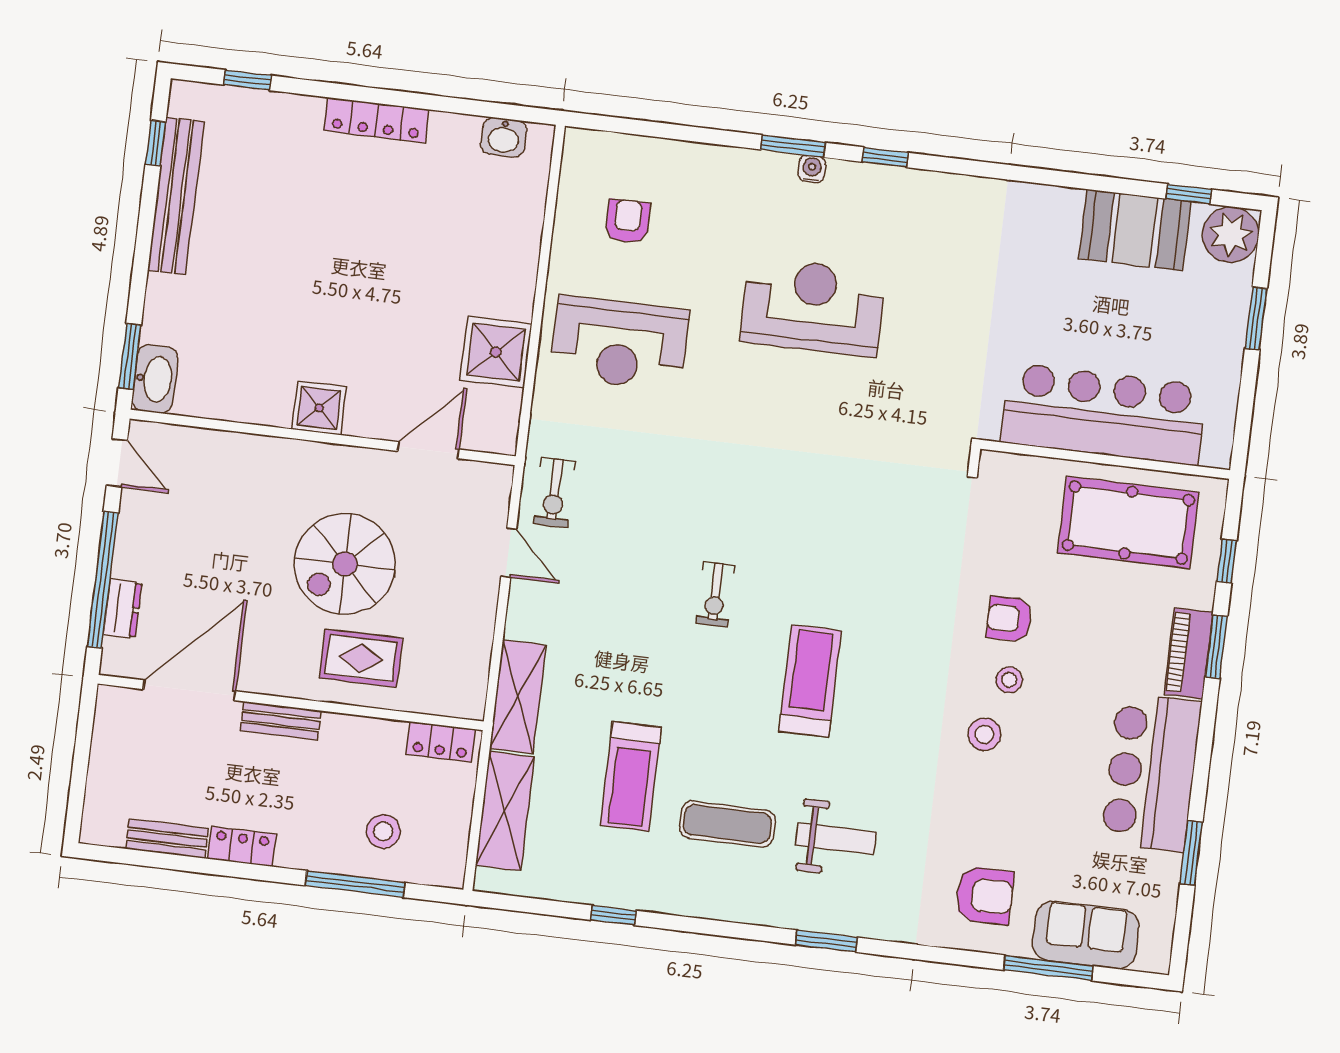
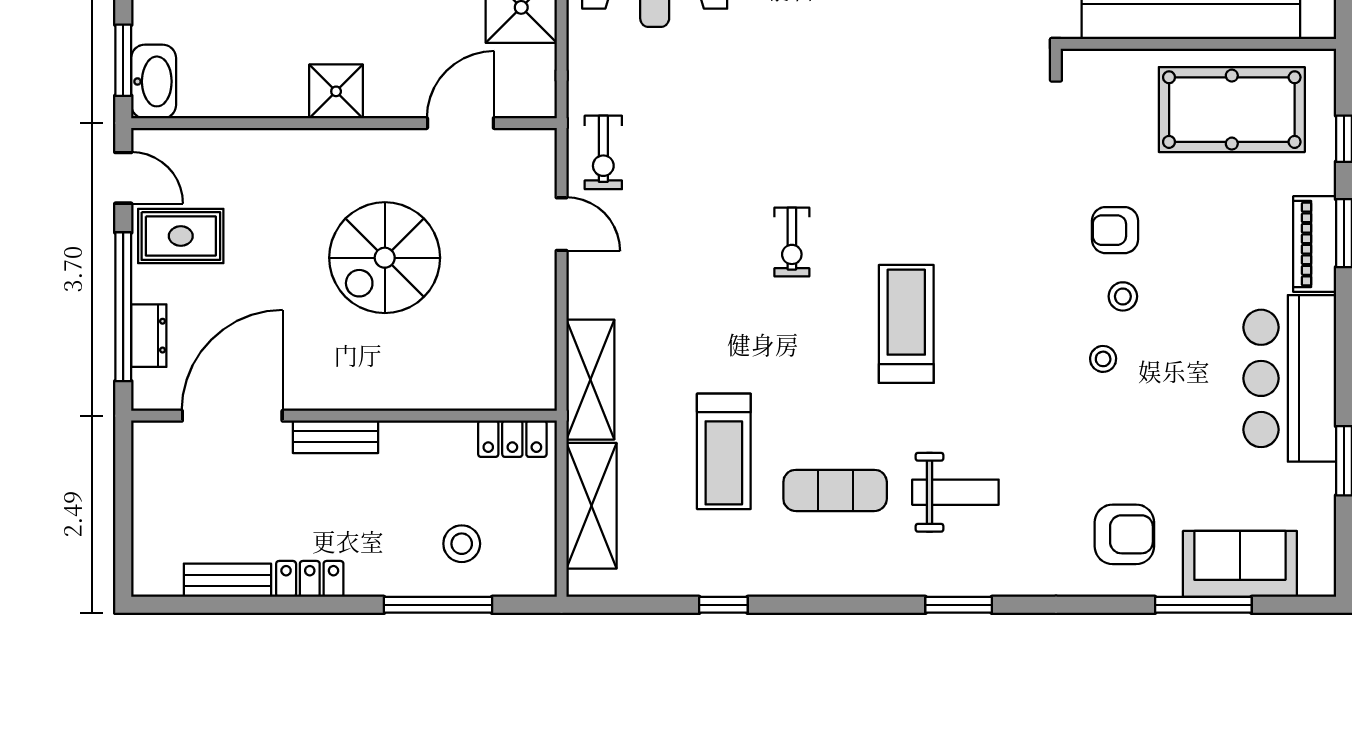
rug: (361, 658) -> (181, 236), moved
stool: (984, 734) -> (1103, 359), width x0.73, depth x0.73

